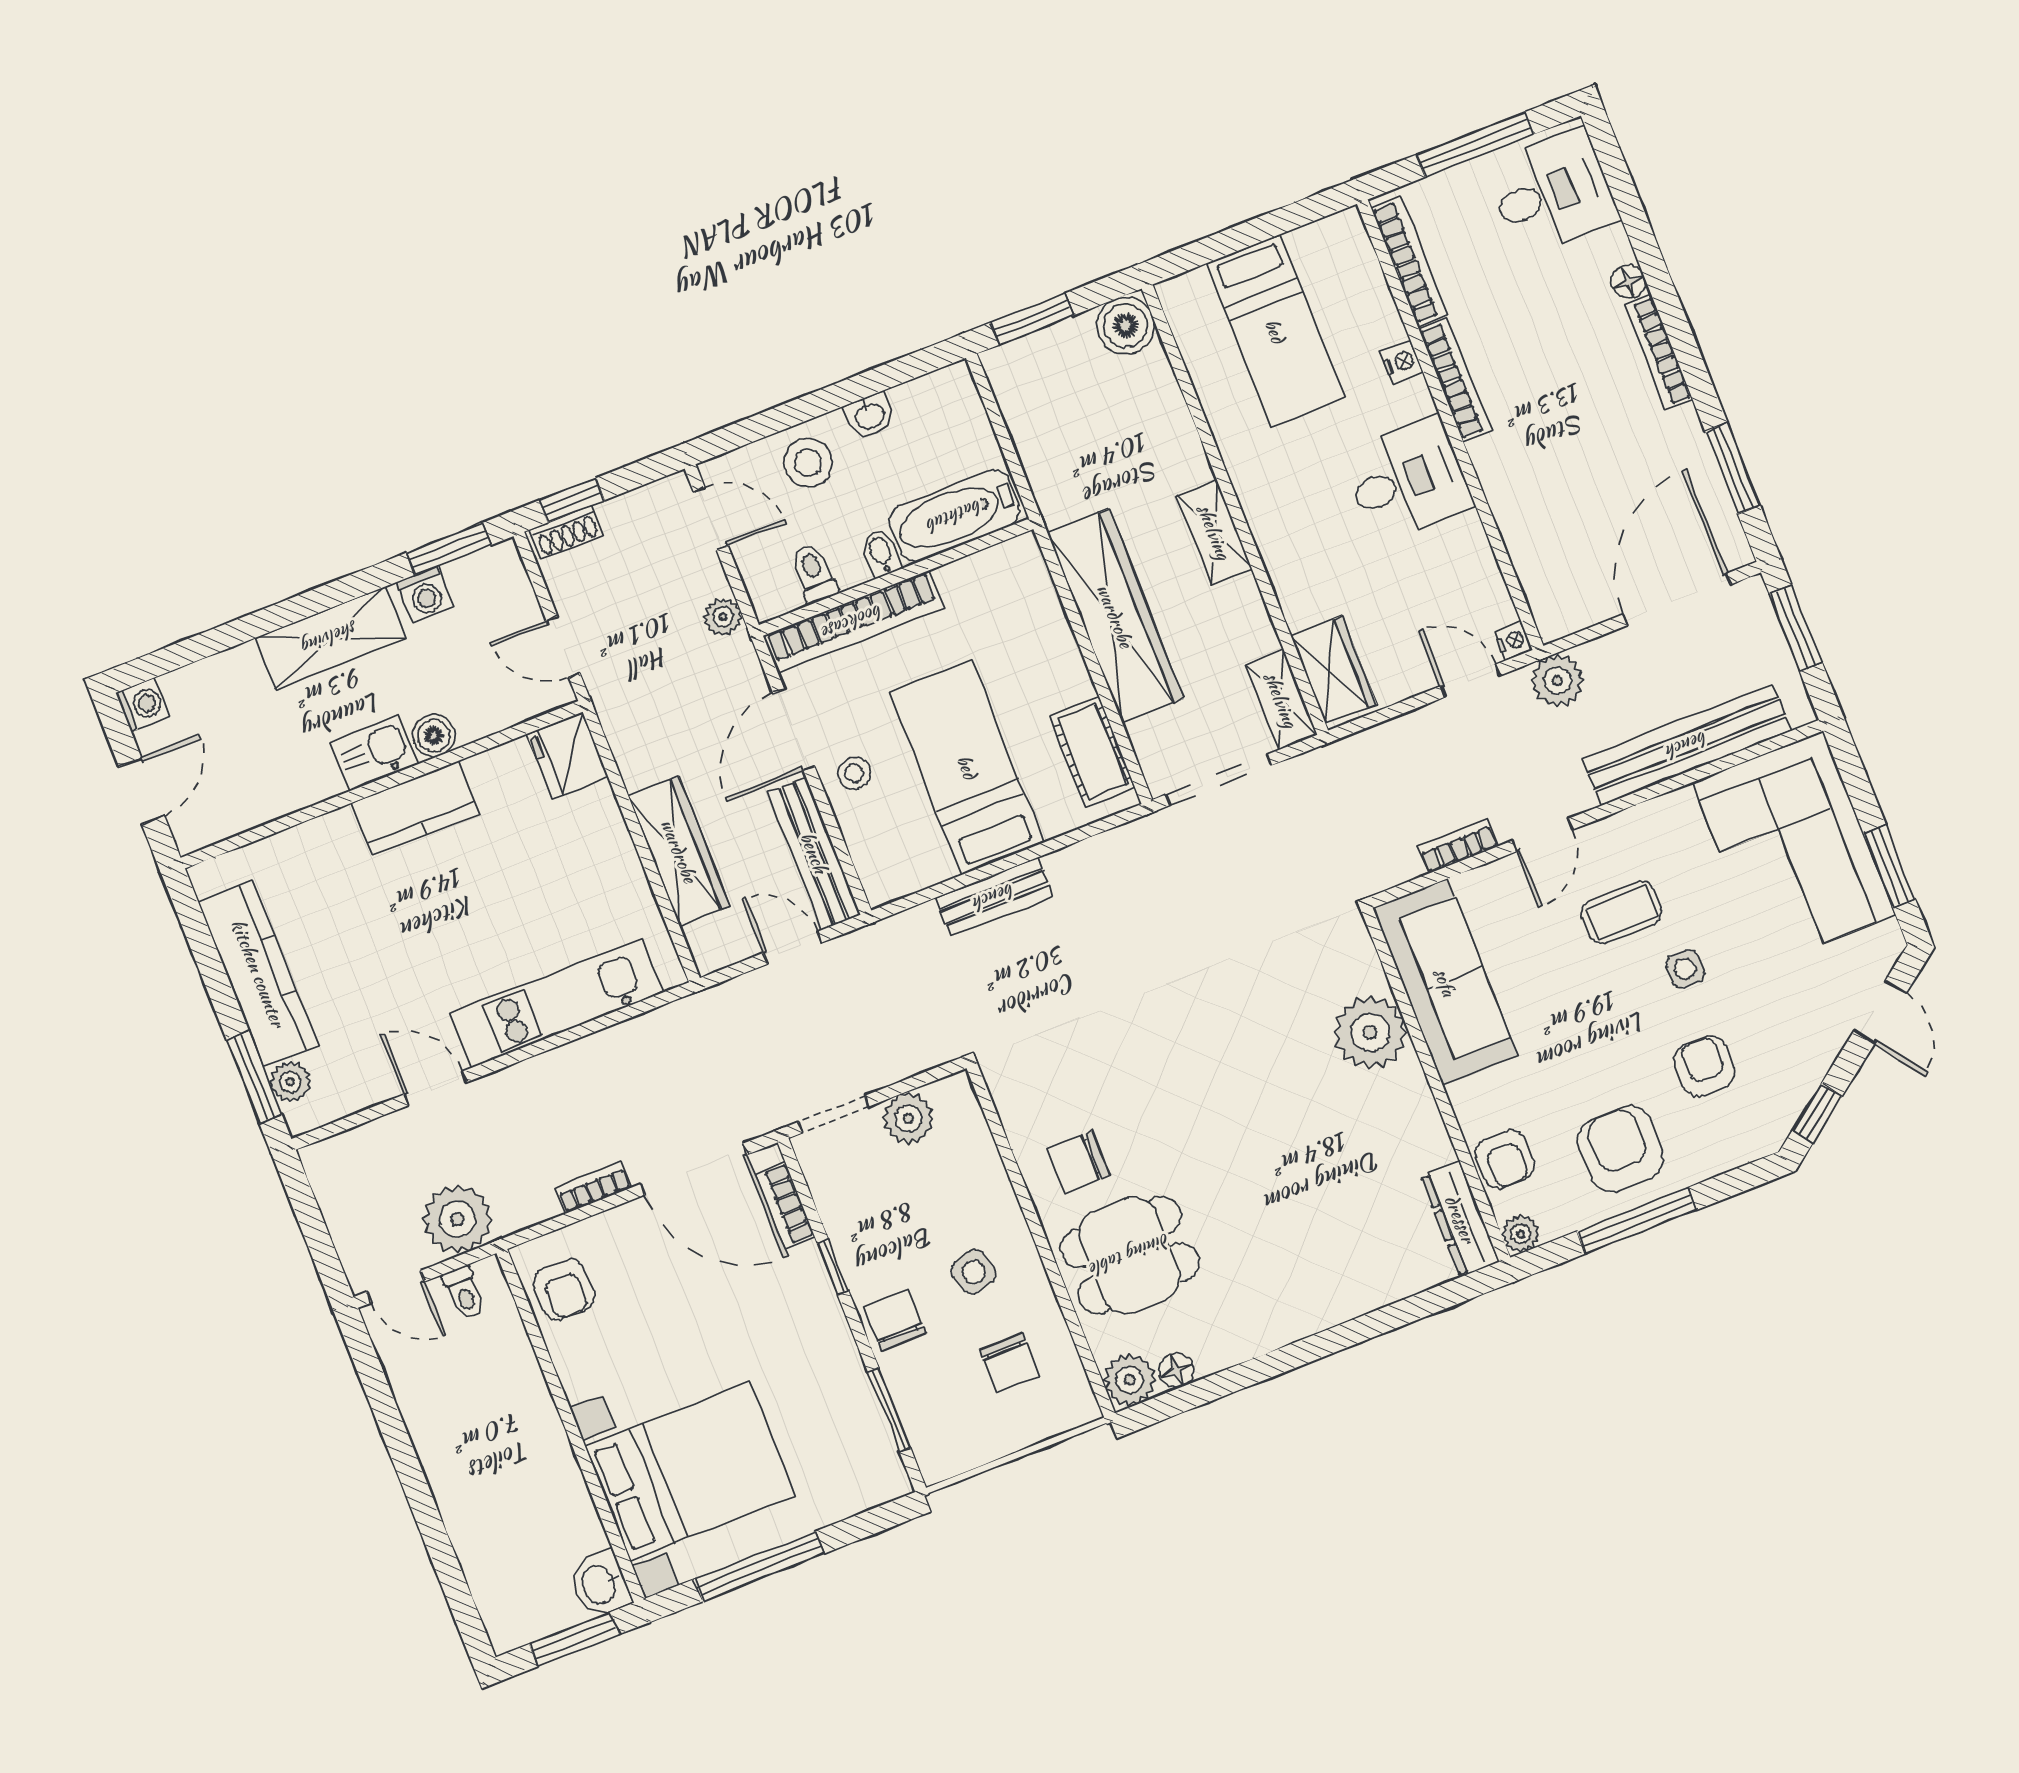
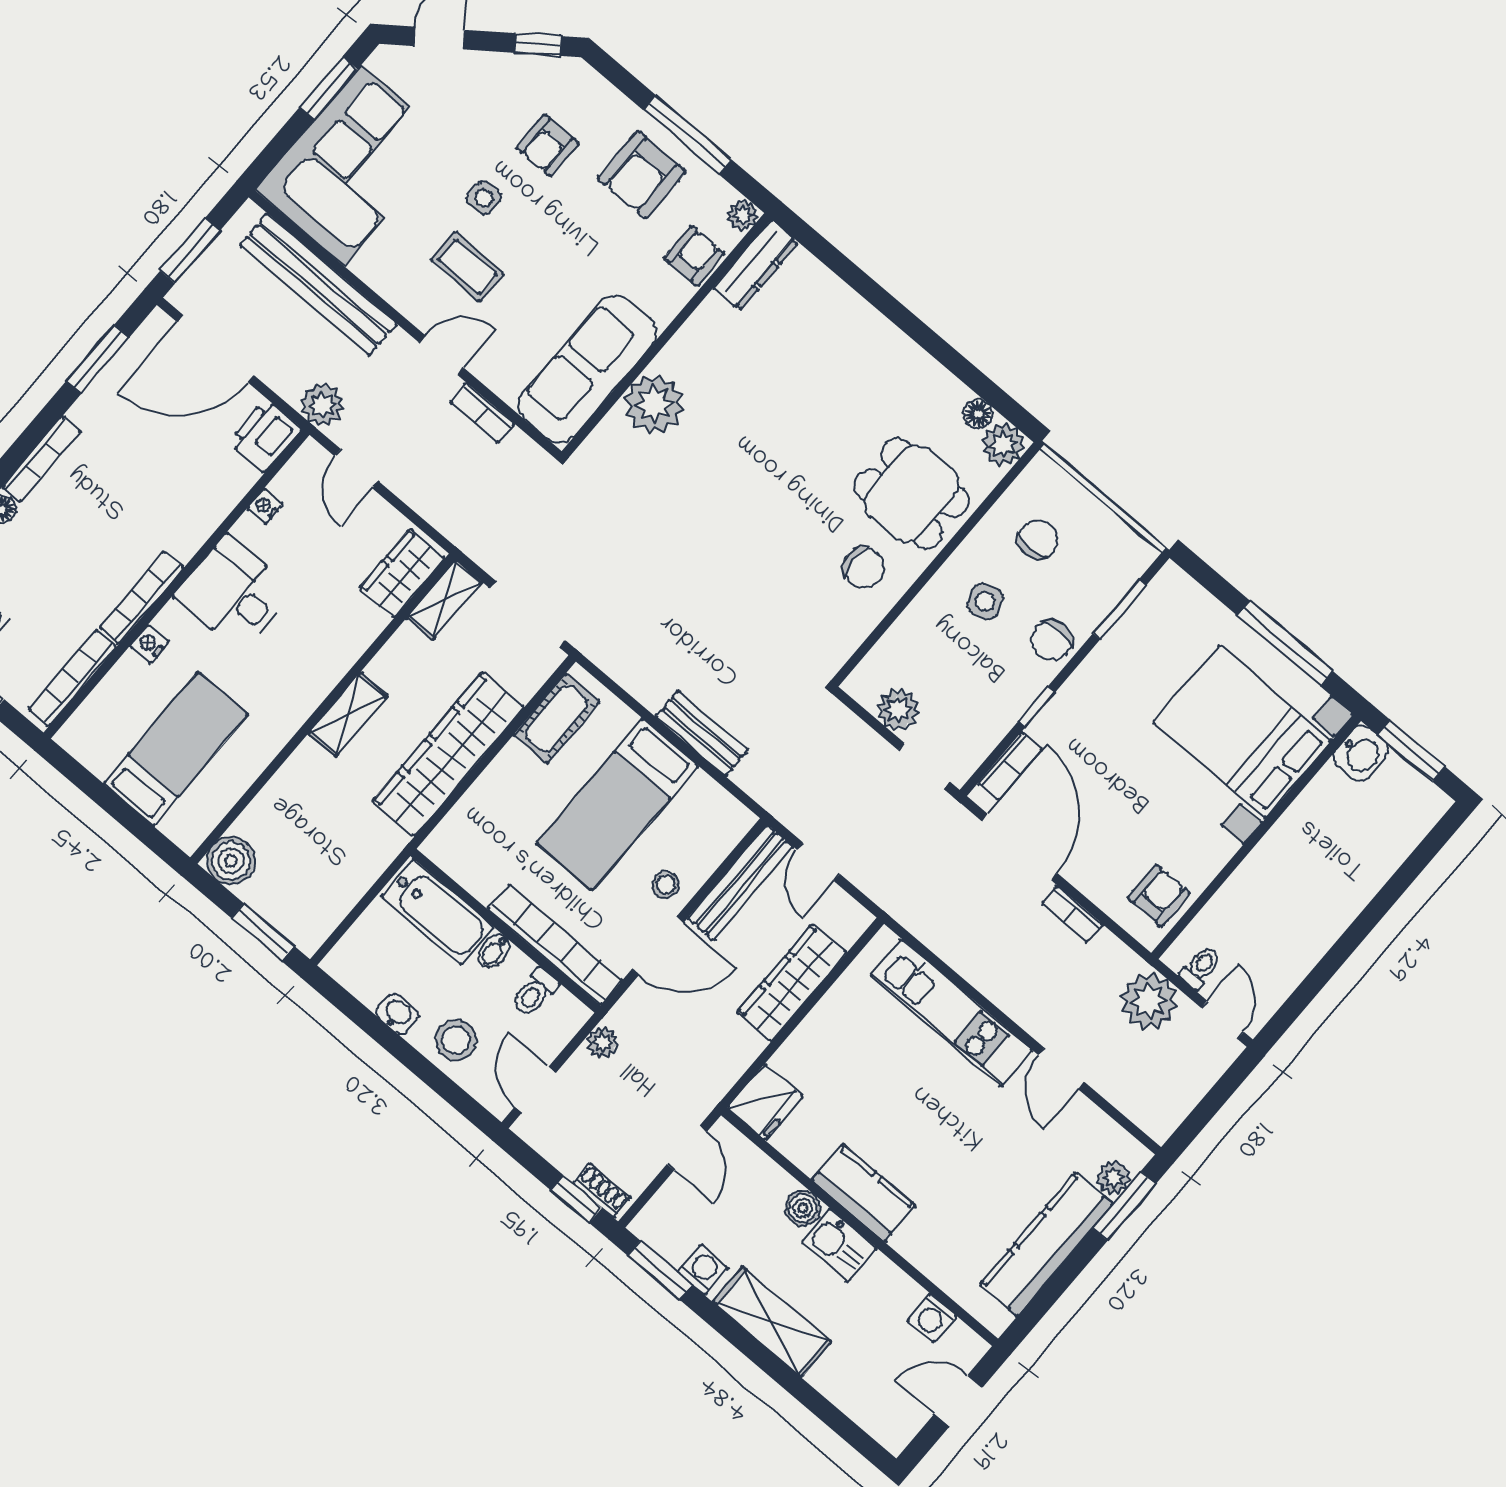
printer: (1557, 602) -> (265, 435), added
nightstand: (1513, 641) -> (265, 506), moved
washing machine: (143, 705) -> (932, 1318), moved, turned -90

